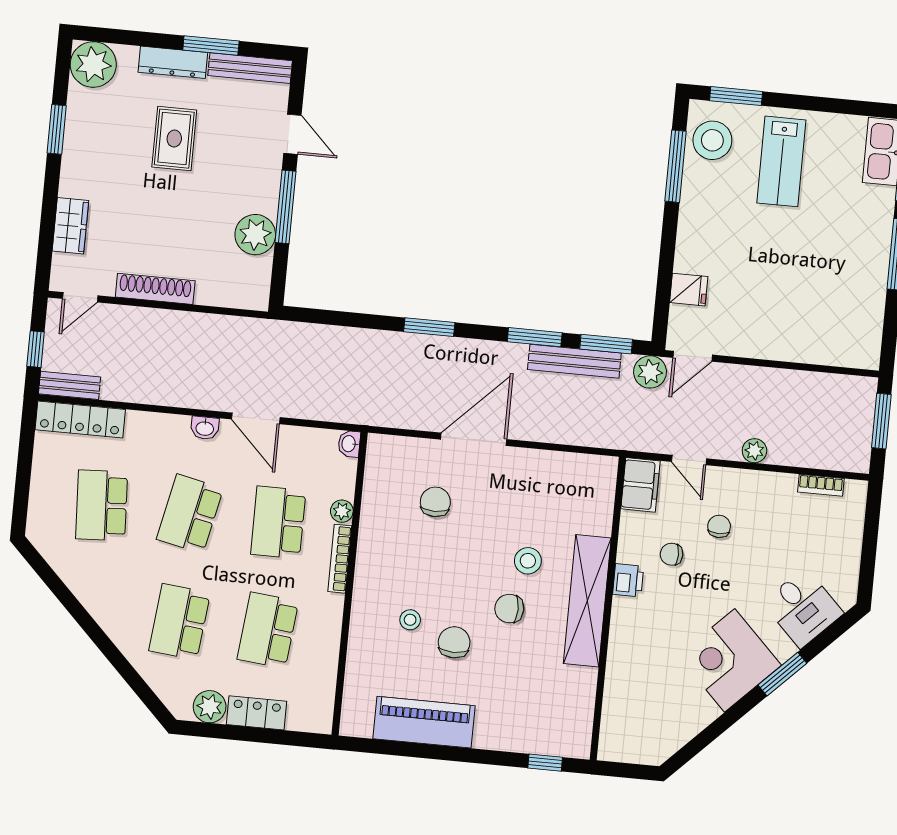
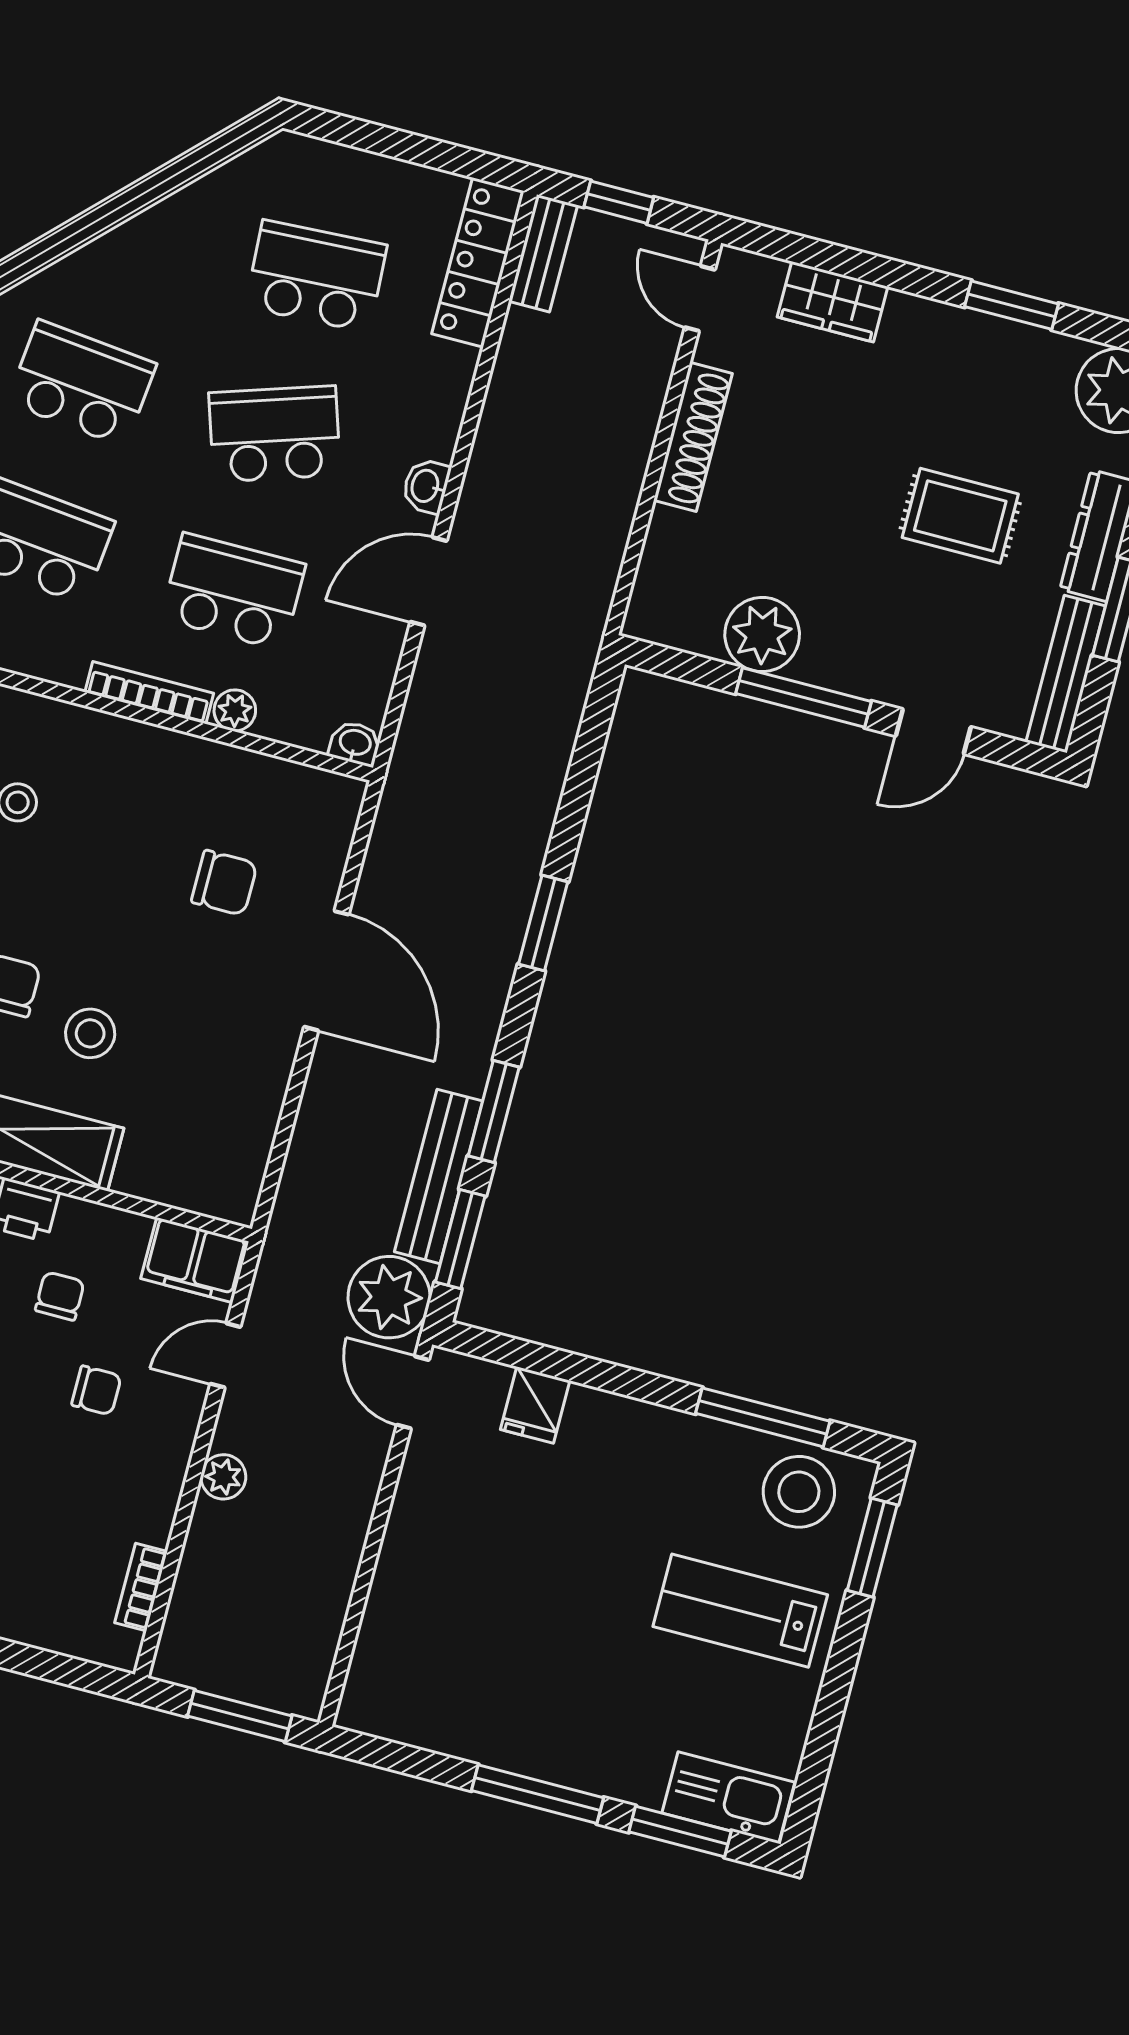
plant: (650, 372) -> (389, 1297), width x1.36, depth x1.36
school desk: (190, 514) -> (275, 434), turned -30

